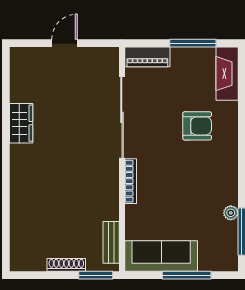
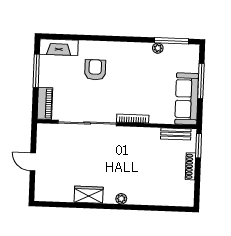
plant: (17, 169) -> (121, 199), added

